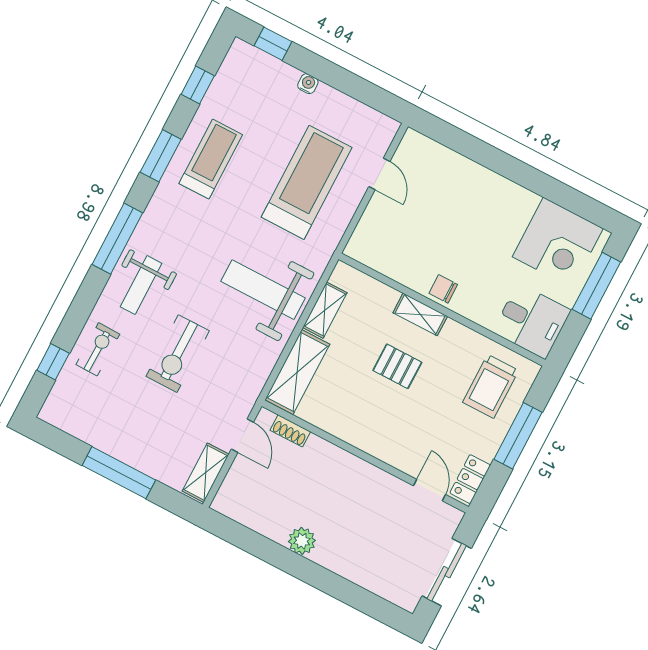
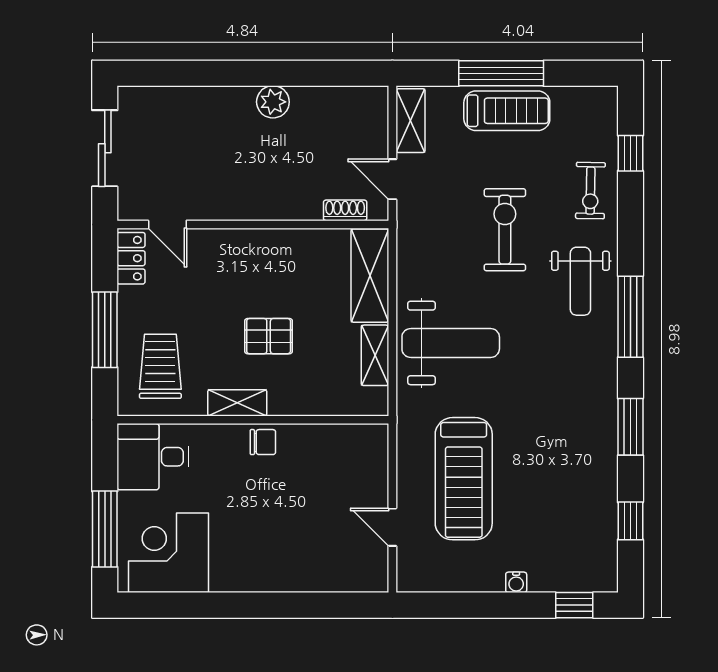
treadmill: (211, 159) -> (507, 111), moved, turned -90
weight bench: (141, 285) -> (580, 281), turned 180
shelving: (420, 314) -> (237, 403), moved

